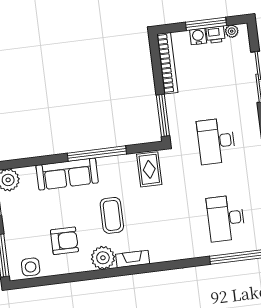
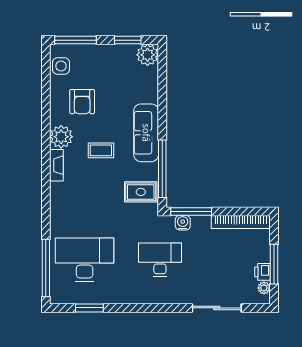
water cooler: (198, 37) -> (183, 223), moved, turned -90
window: (97, 154) -> (162, 169), moved
sofa: (67, 174) -> (146, 133), moved
coffee table: (112, 215) -> (101, 150), width x0.73, depth x0.77
desk: (226, 218) -> (85, 260), width x1.36, depth x1.30

